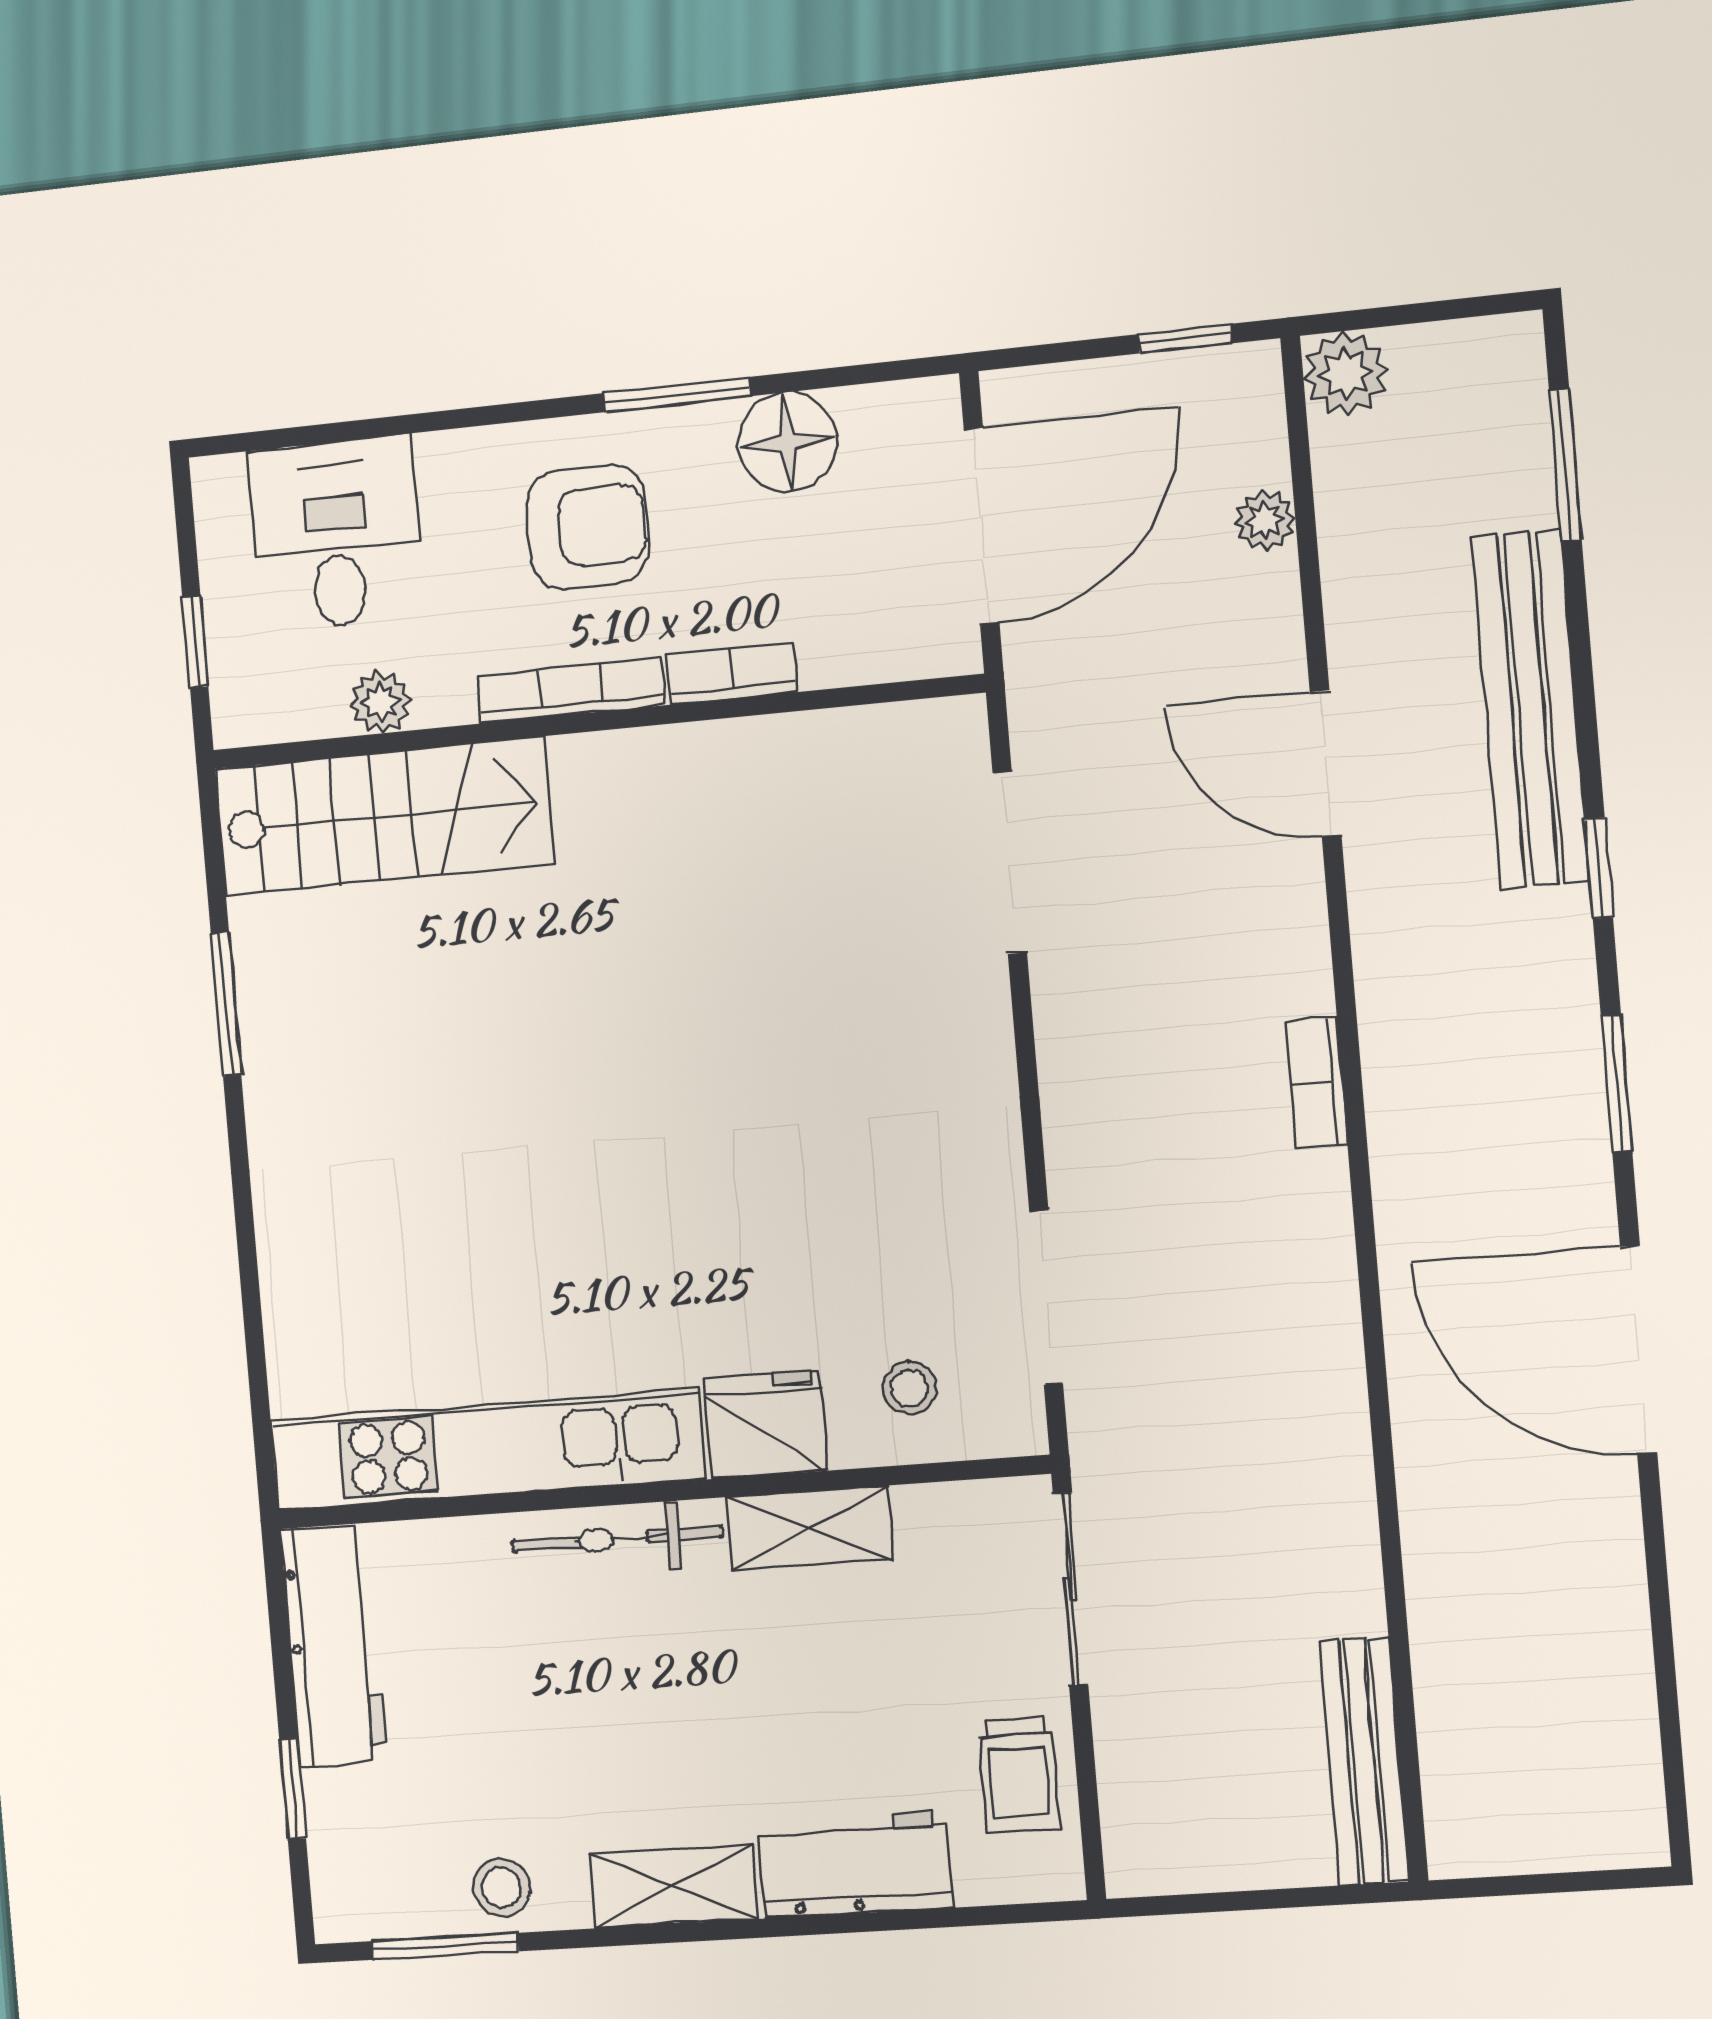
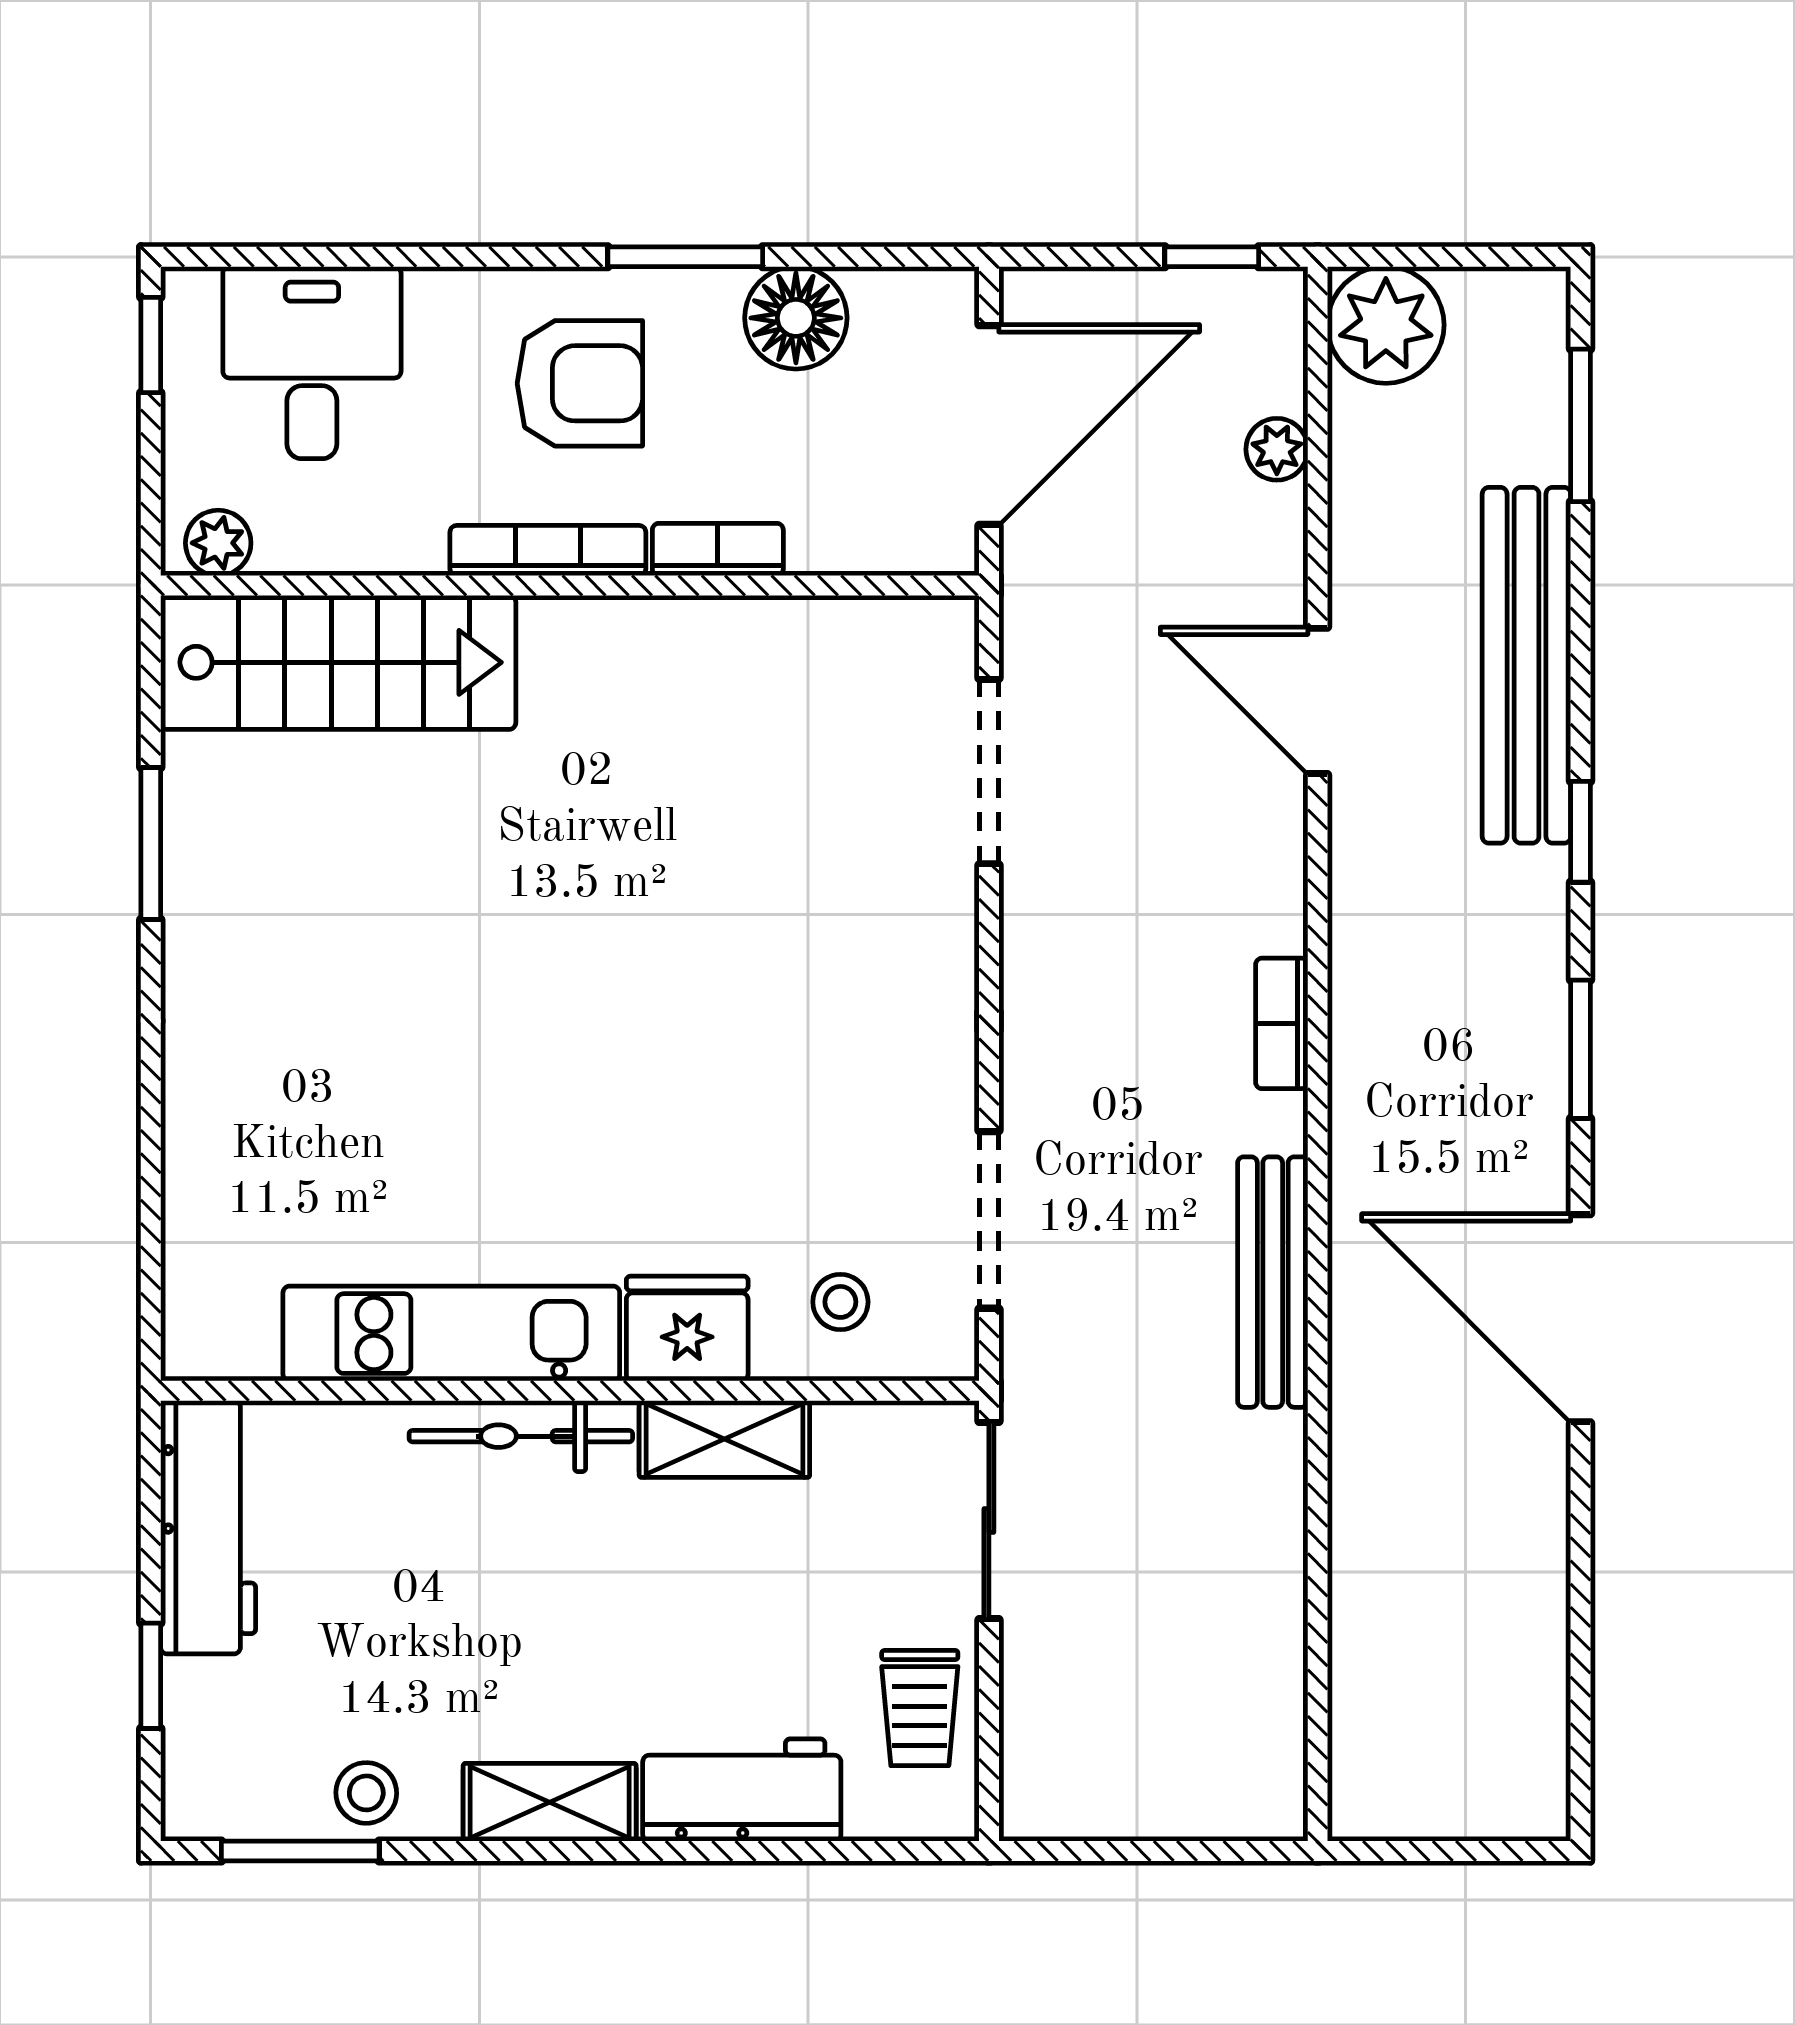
plant: (1346, 373) -> (1386, 325), width x1.36, depth x1.36
window: (195, 642) -> (151, 345), moved
plant: (381, 702) -> (218, 543), moved
kitchen unit: (487, 1450) -> (451, 1334), width x0.73
bench: (1364, 1761) -> (1273, 1282), moved

